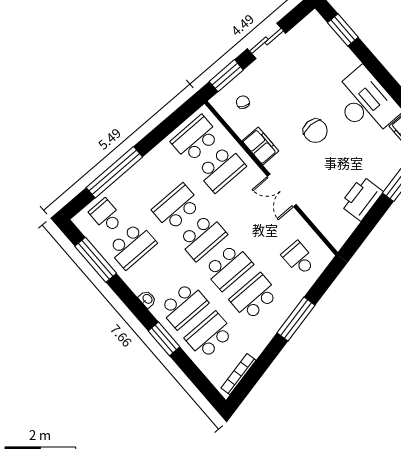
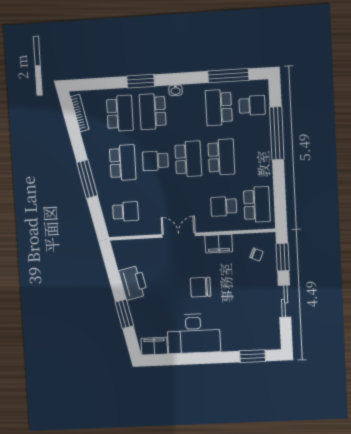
school desk: (221, 169) -> (224, 206), width x0.54
school desk: (202, 237) -> (188, 159), turned 180
school desk: (228, 267) -> (155, 161), width x0.54

